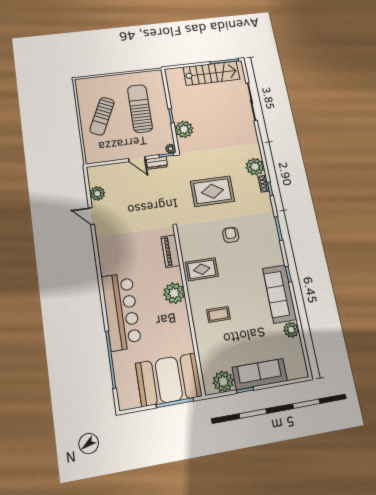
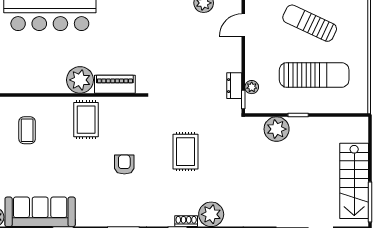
plant: (171, 149) -> (252, 87), moved
door: (137, 159) -> (243, 25), moved
rug: (213, 191) -> (186, 152), width x0.73, depth x0.70
armchair: (231, 235) -> (124, 164), turned -90
plant: (174, 293) -> (80, 80), moved

